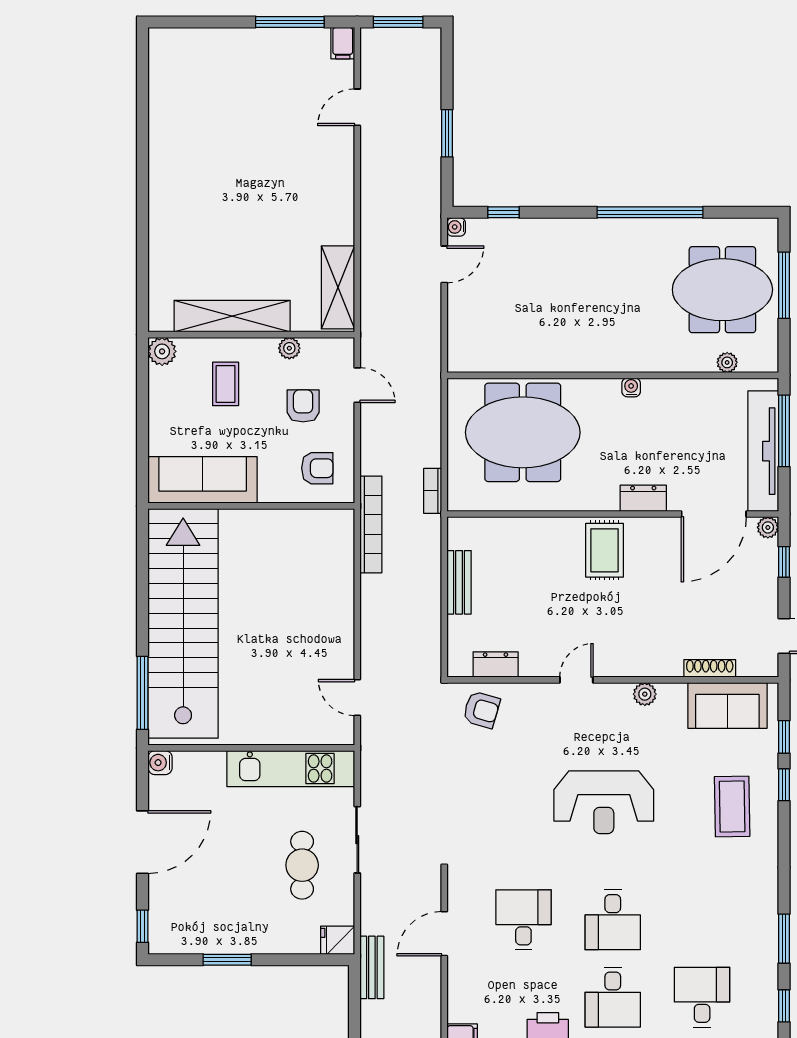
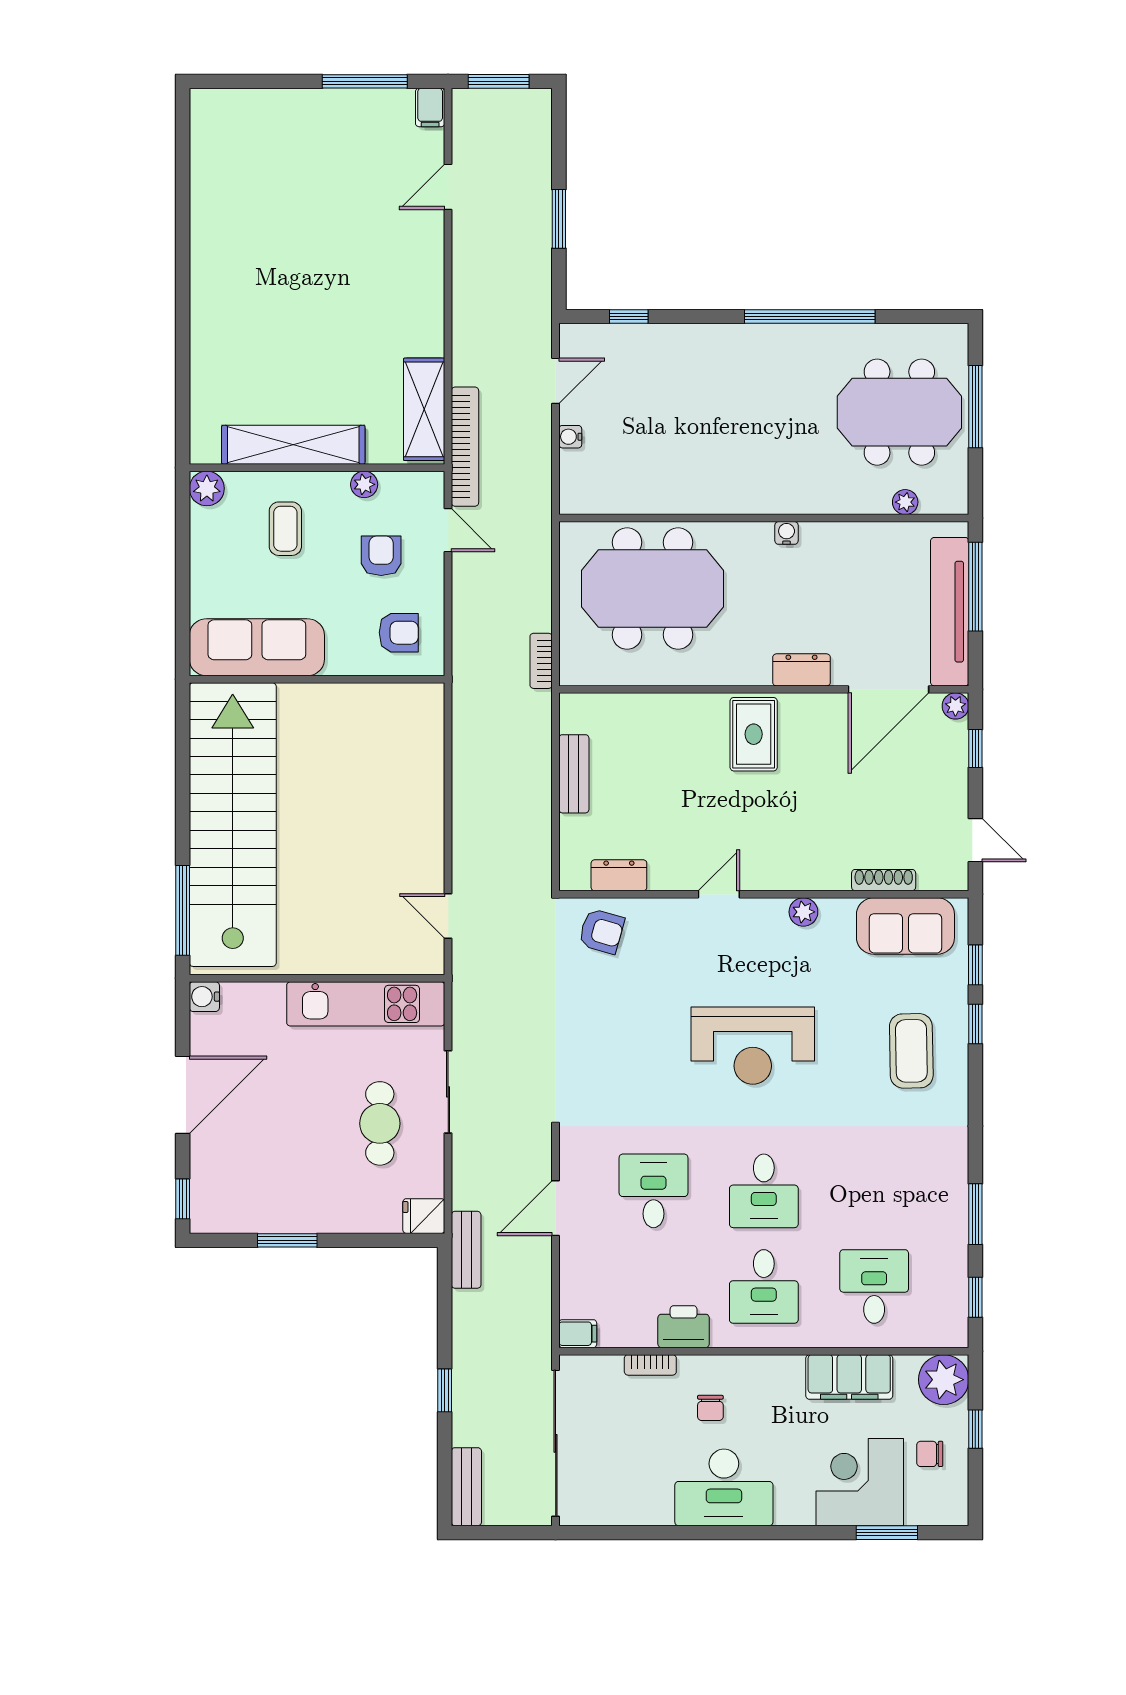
water cooler: (456, 227) -> (570, 437), moved
bookcase: (371, 524) -> (465, 447), moved

